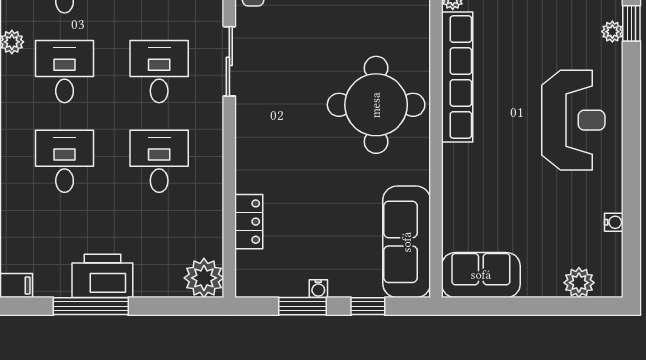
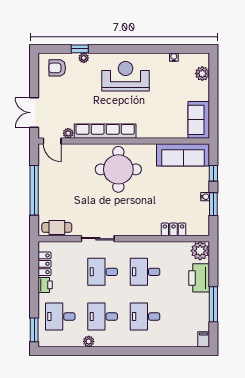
printer: (102, 276) -> (199, 278), moved

